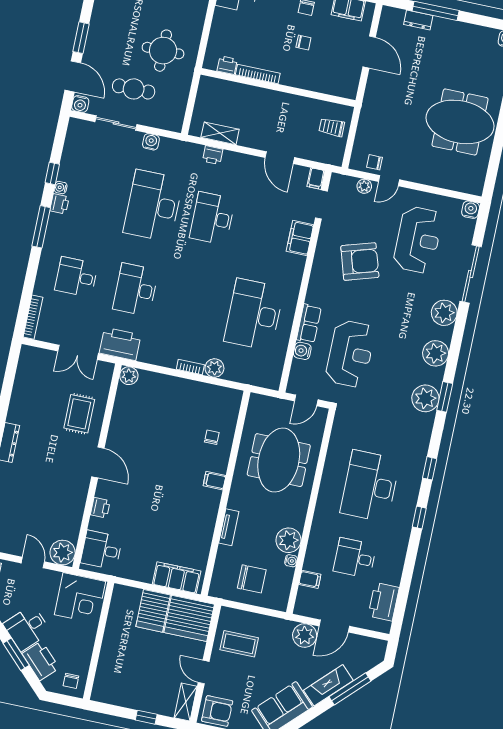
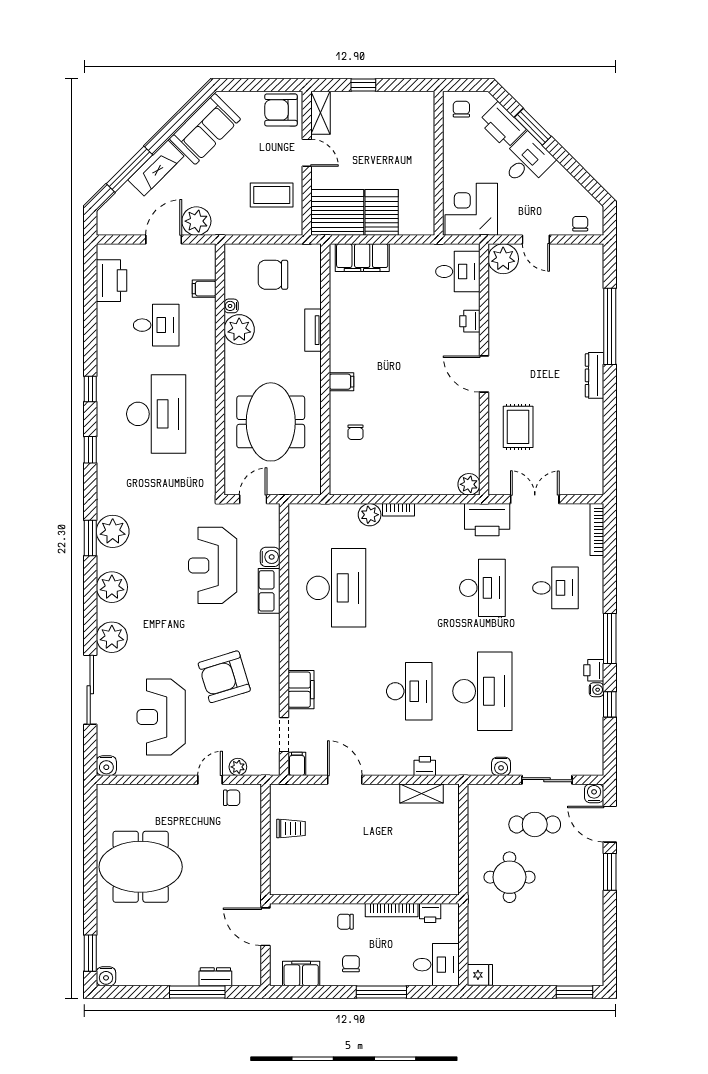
printer: (227, 65) -> (430, 913), moved
bookcase: (258, 74) -> (392, 910), moved
wall: (278, 87) -> (364, 899), moved

